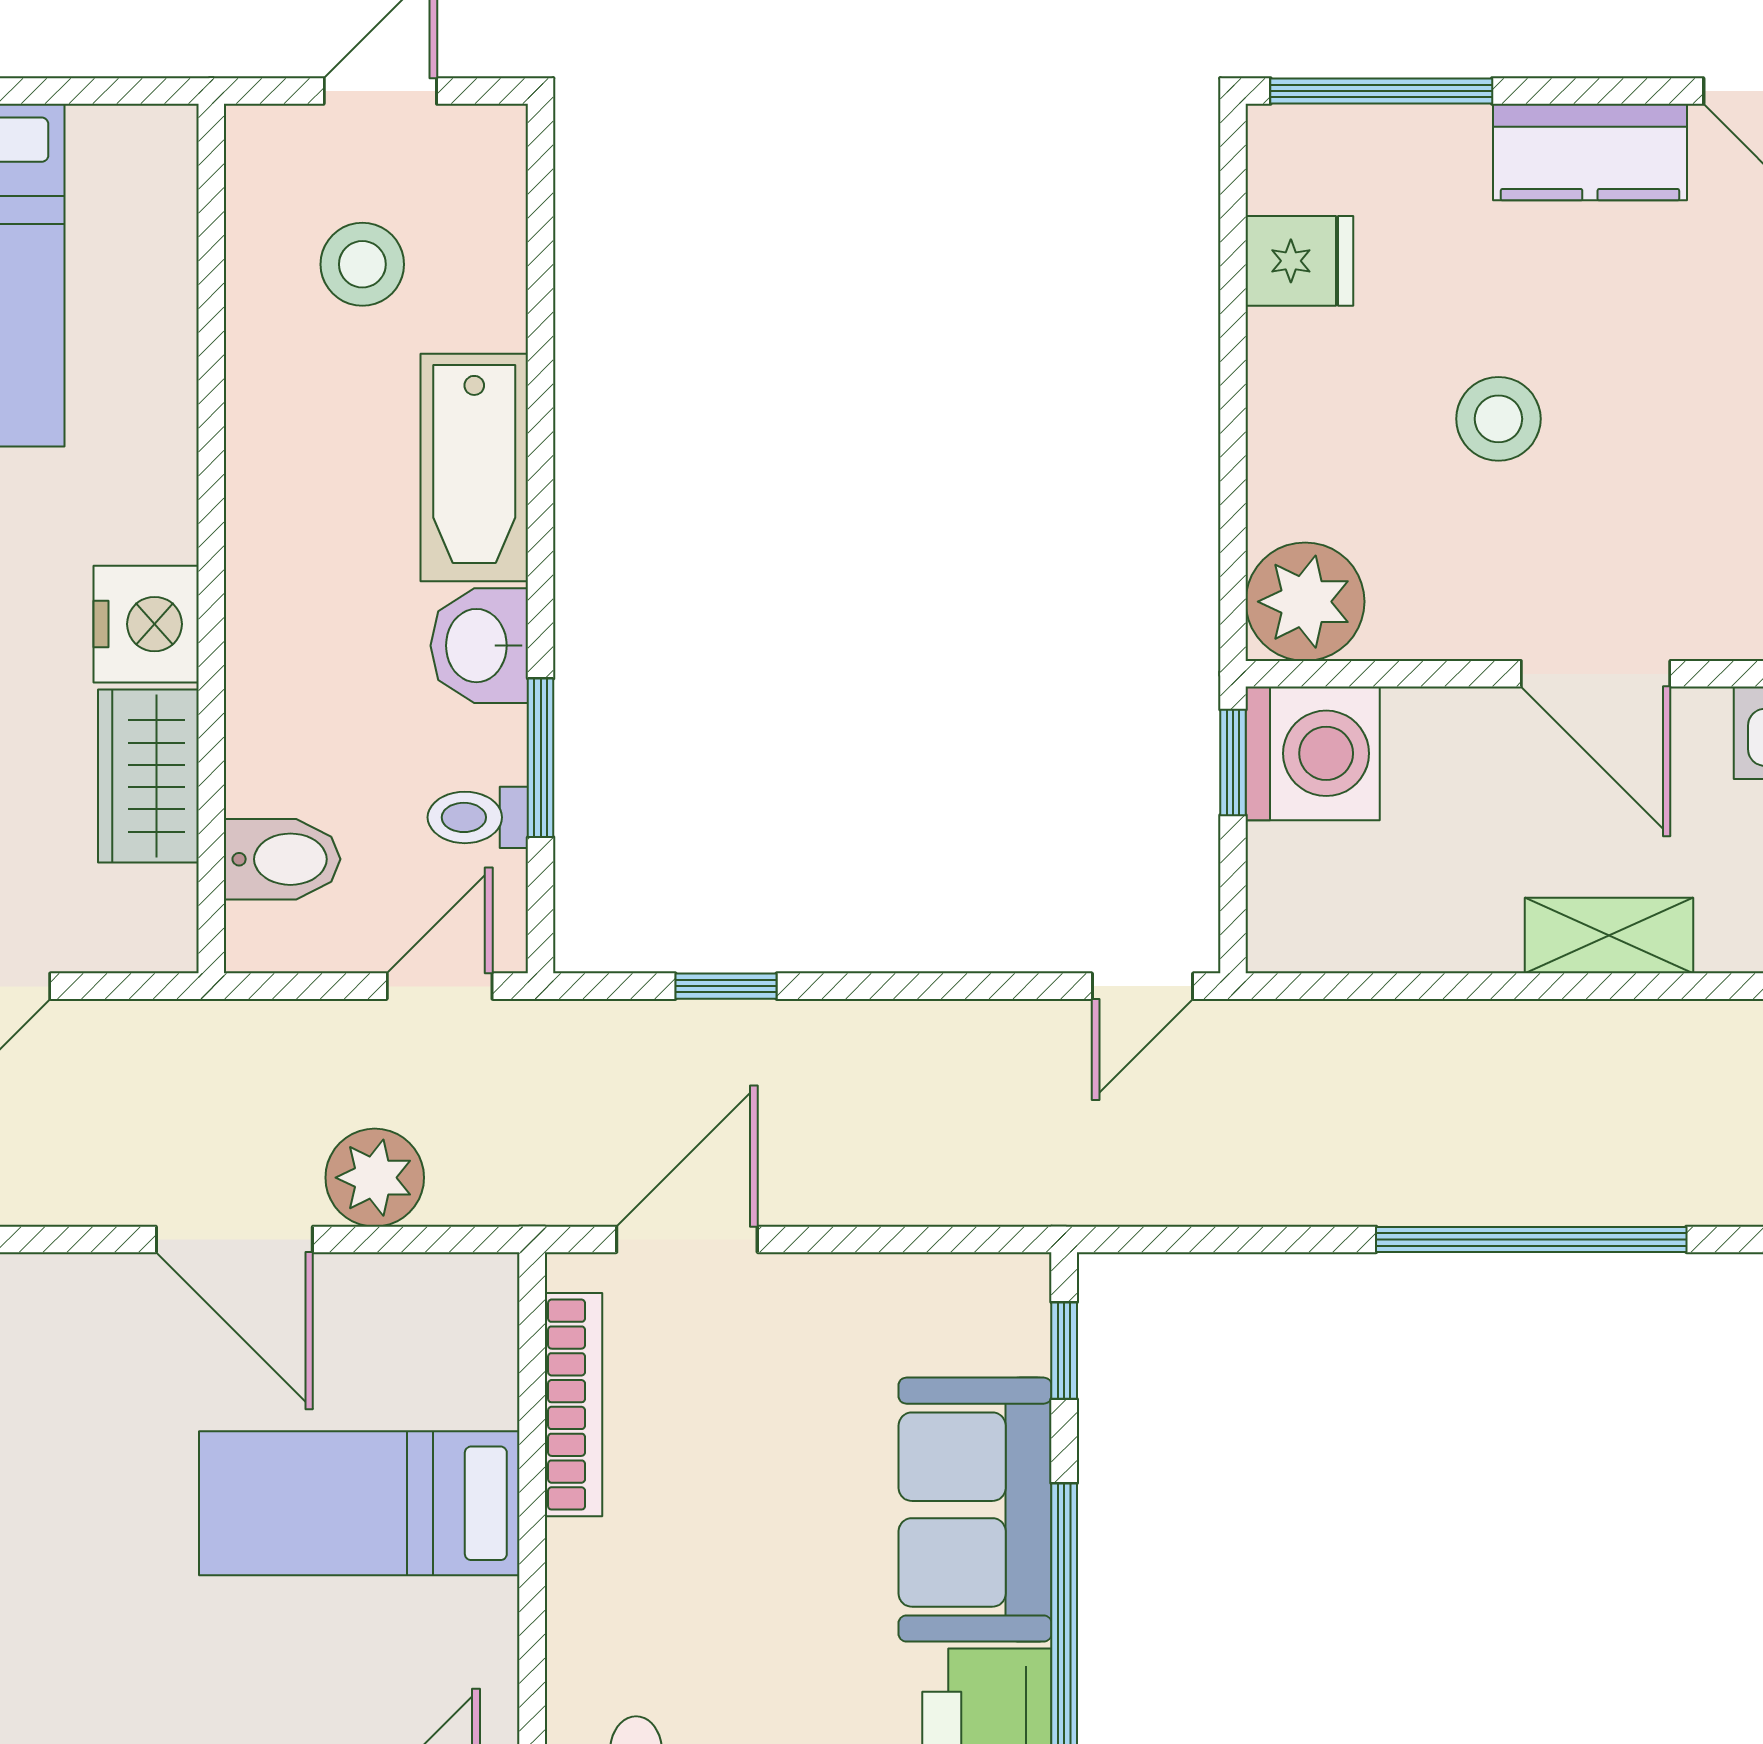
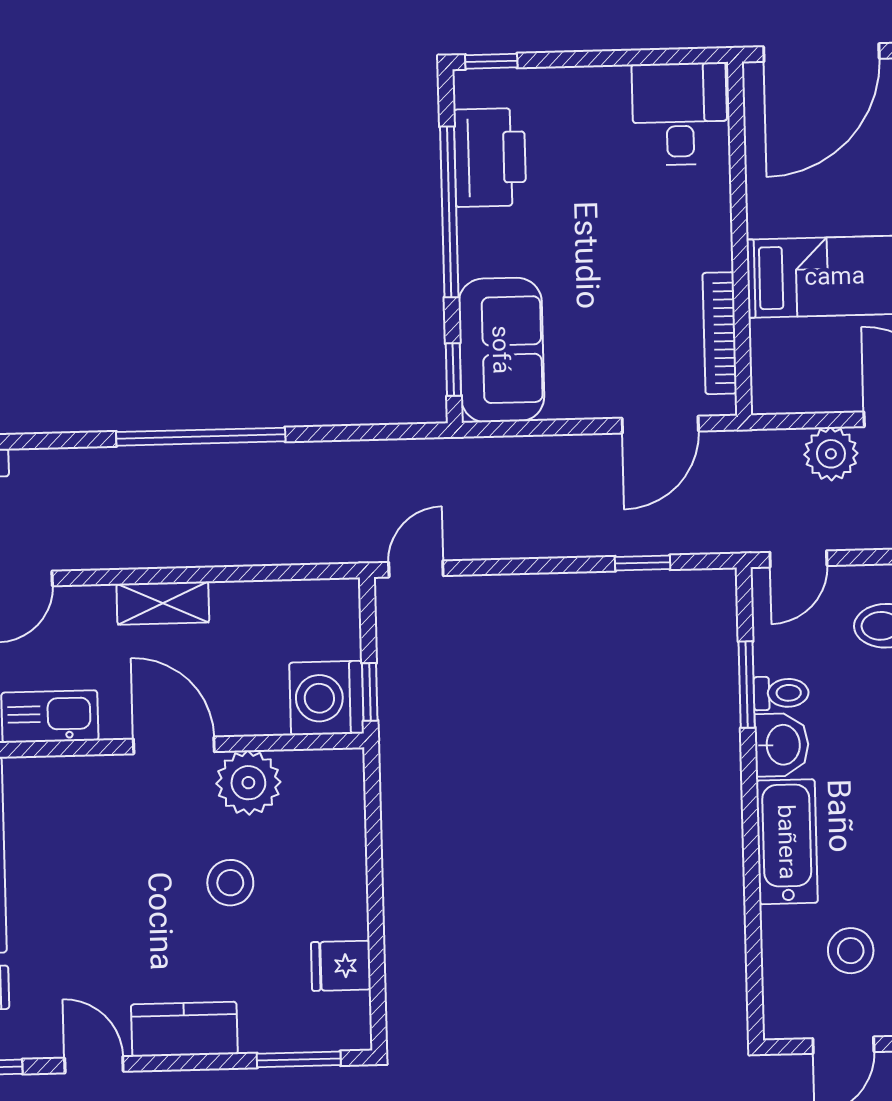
window: (1381, 91) -> (299, 1059), width x0.69
plant: (1305, 602) -> (248, 783), moved
toilet: (478, 817) -> (781, 693), moved
sofa: (975, 1510) -> (501, 350), moved

